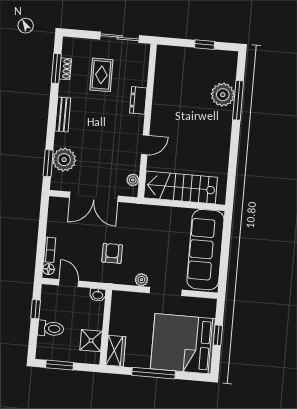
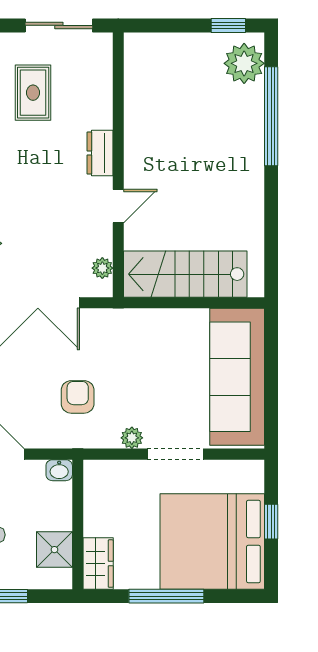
window: (205, 45) -> (228, 25), moved
plant: (223, 95) -> (244, 63), moved
dresser: (138, 100) -> (100, 153), moved
window: (238, 100) -> (271, 116), width x1.46

